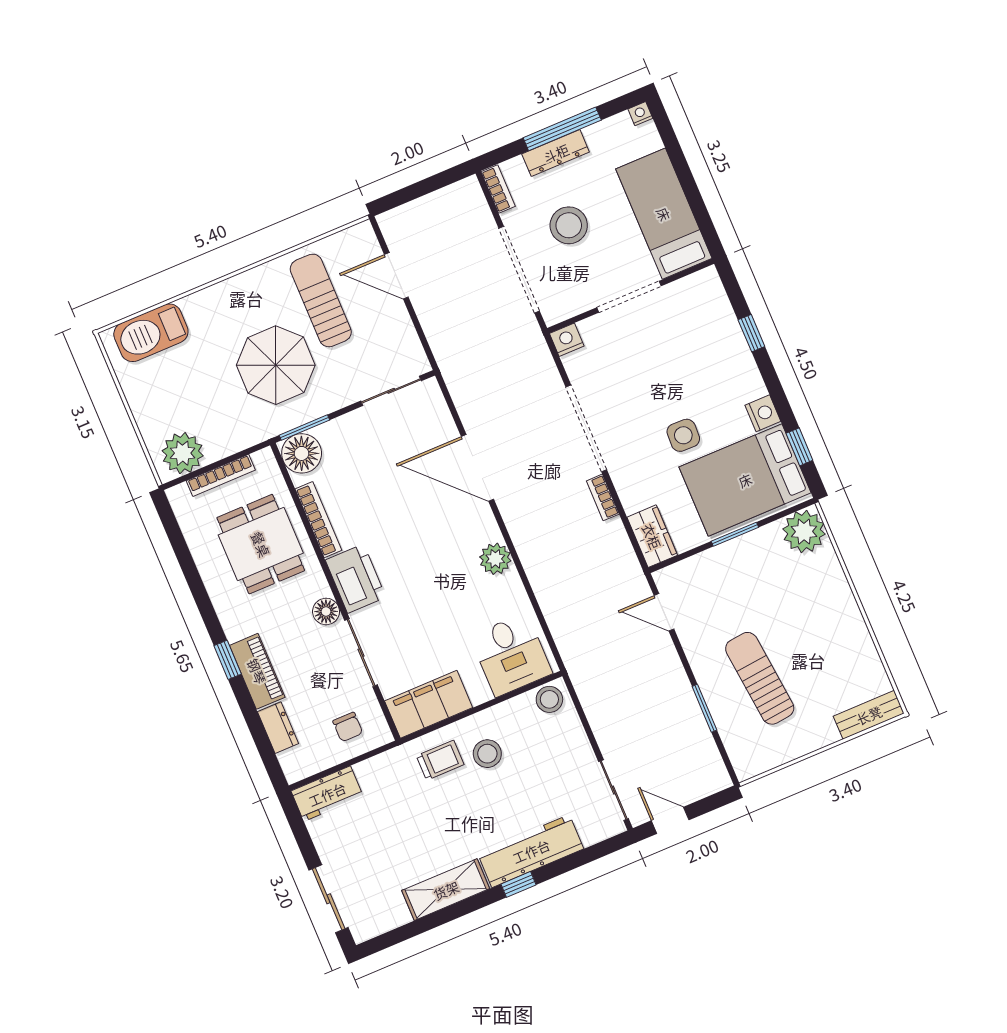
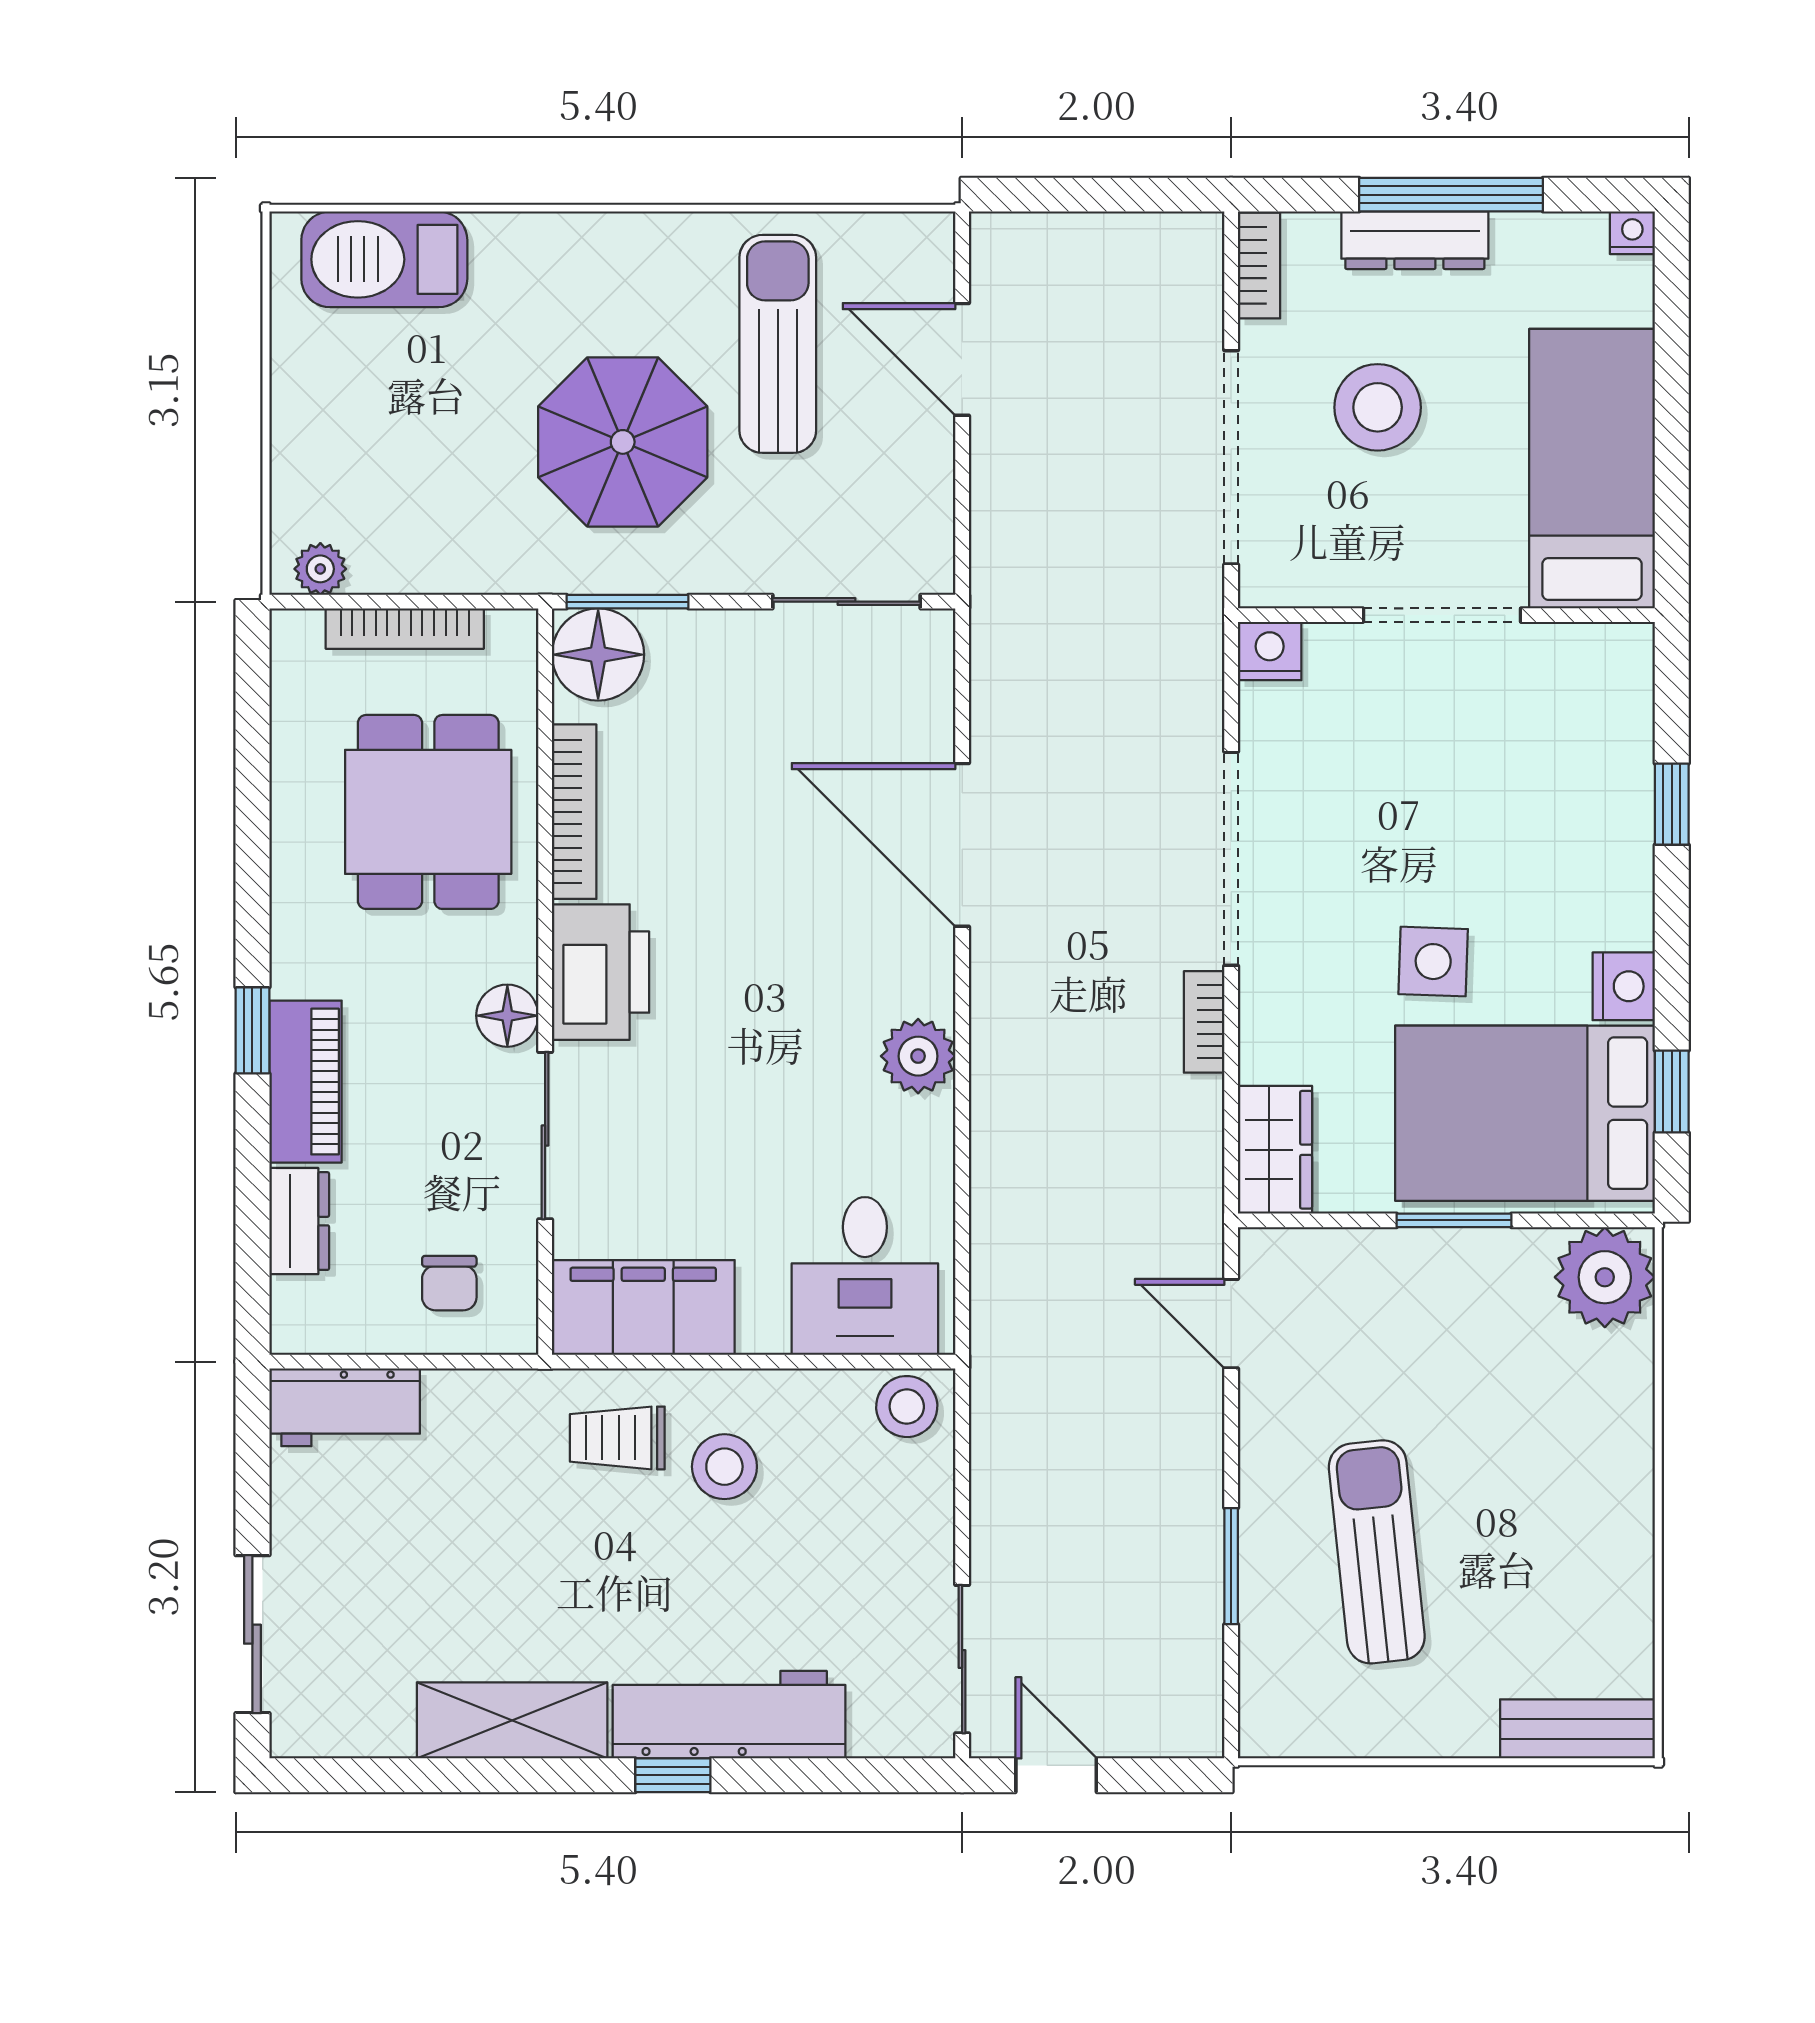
plant: (183, 453) -> (320, 569), width x0.53, depth x0.53
trolley: (440, 760) -> (617, 1438), turned 180

